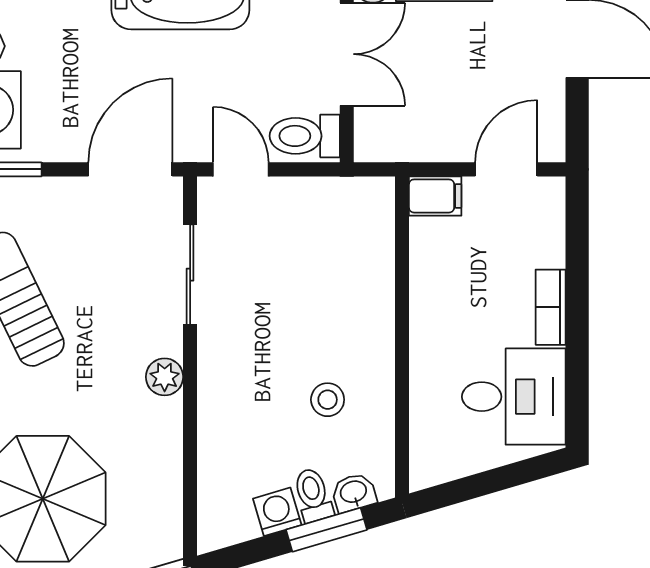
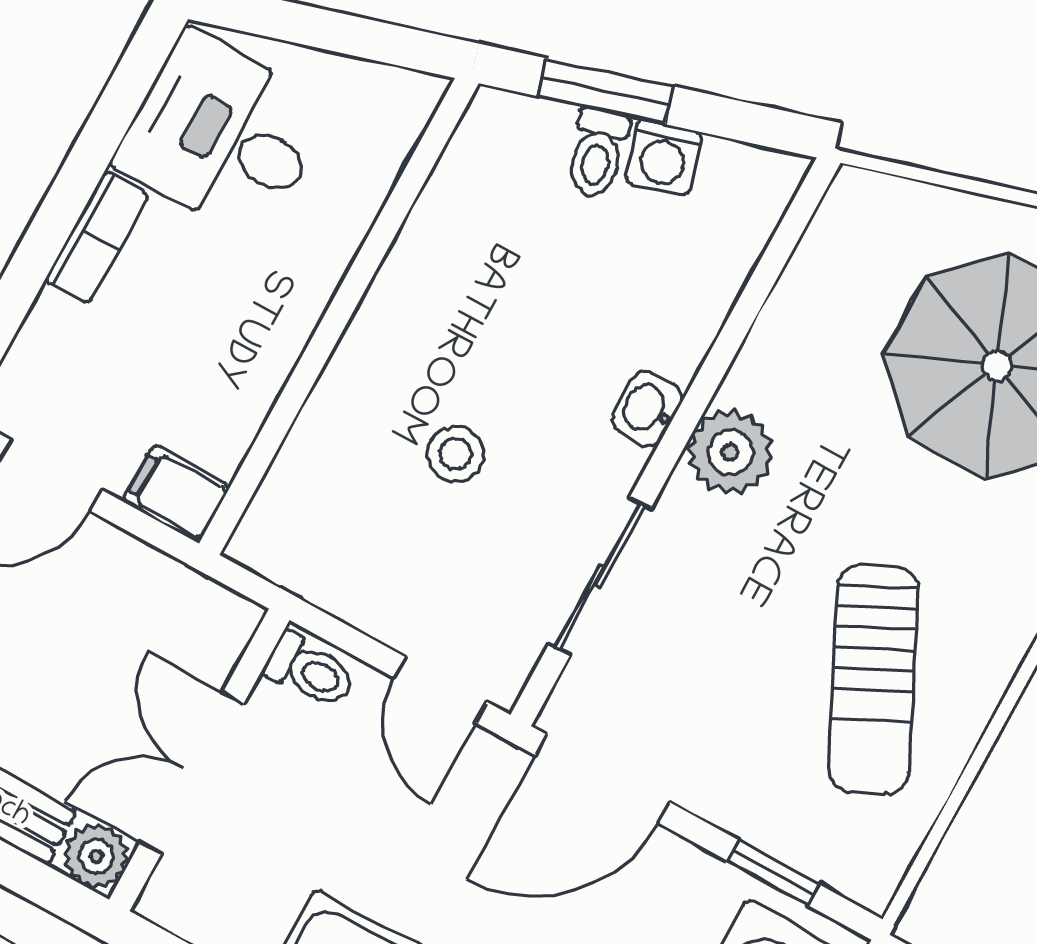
toilet: (305, 136) -> (310, 671), width x0.73, depth x0.72
plant: (165, 377) -> (730, 452), width x1.38, depth x1.38
stool: (328, 400) -> (456, 454), moved
washbasin: (354, 493) -> (647, 409), moved, turned 106

